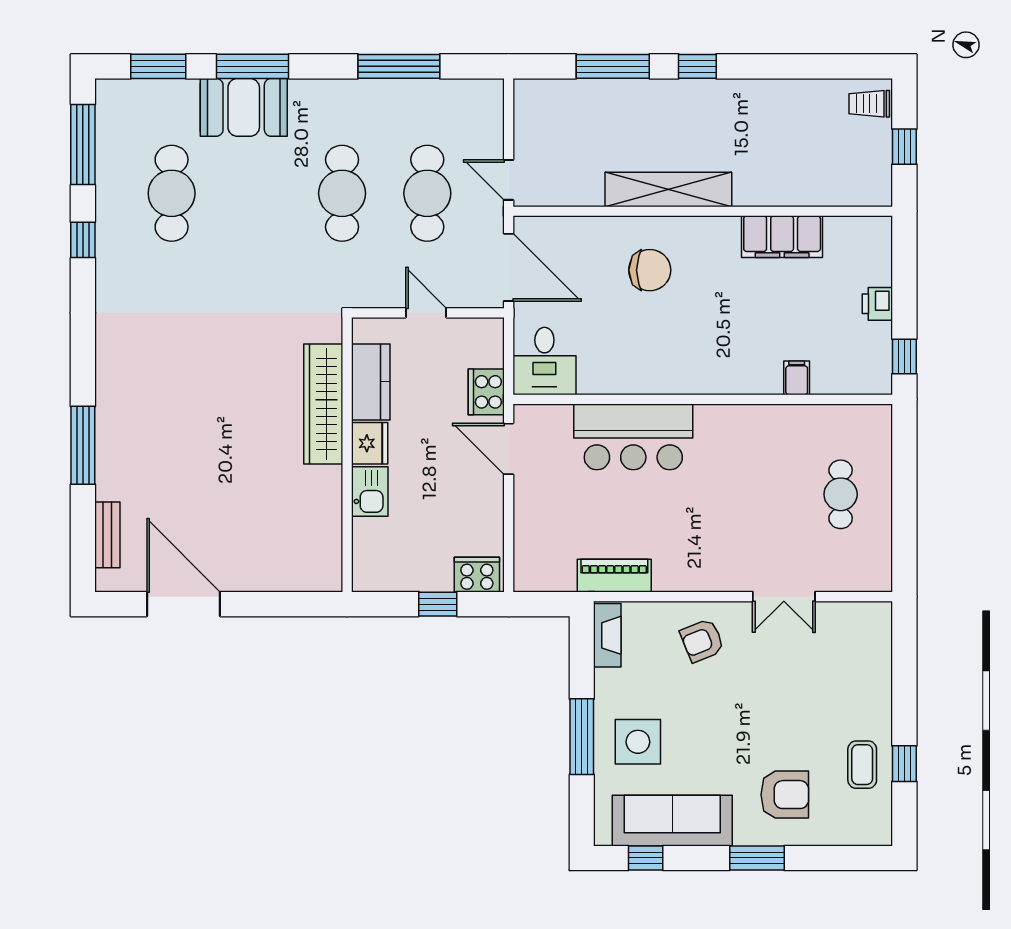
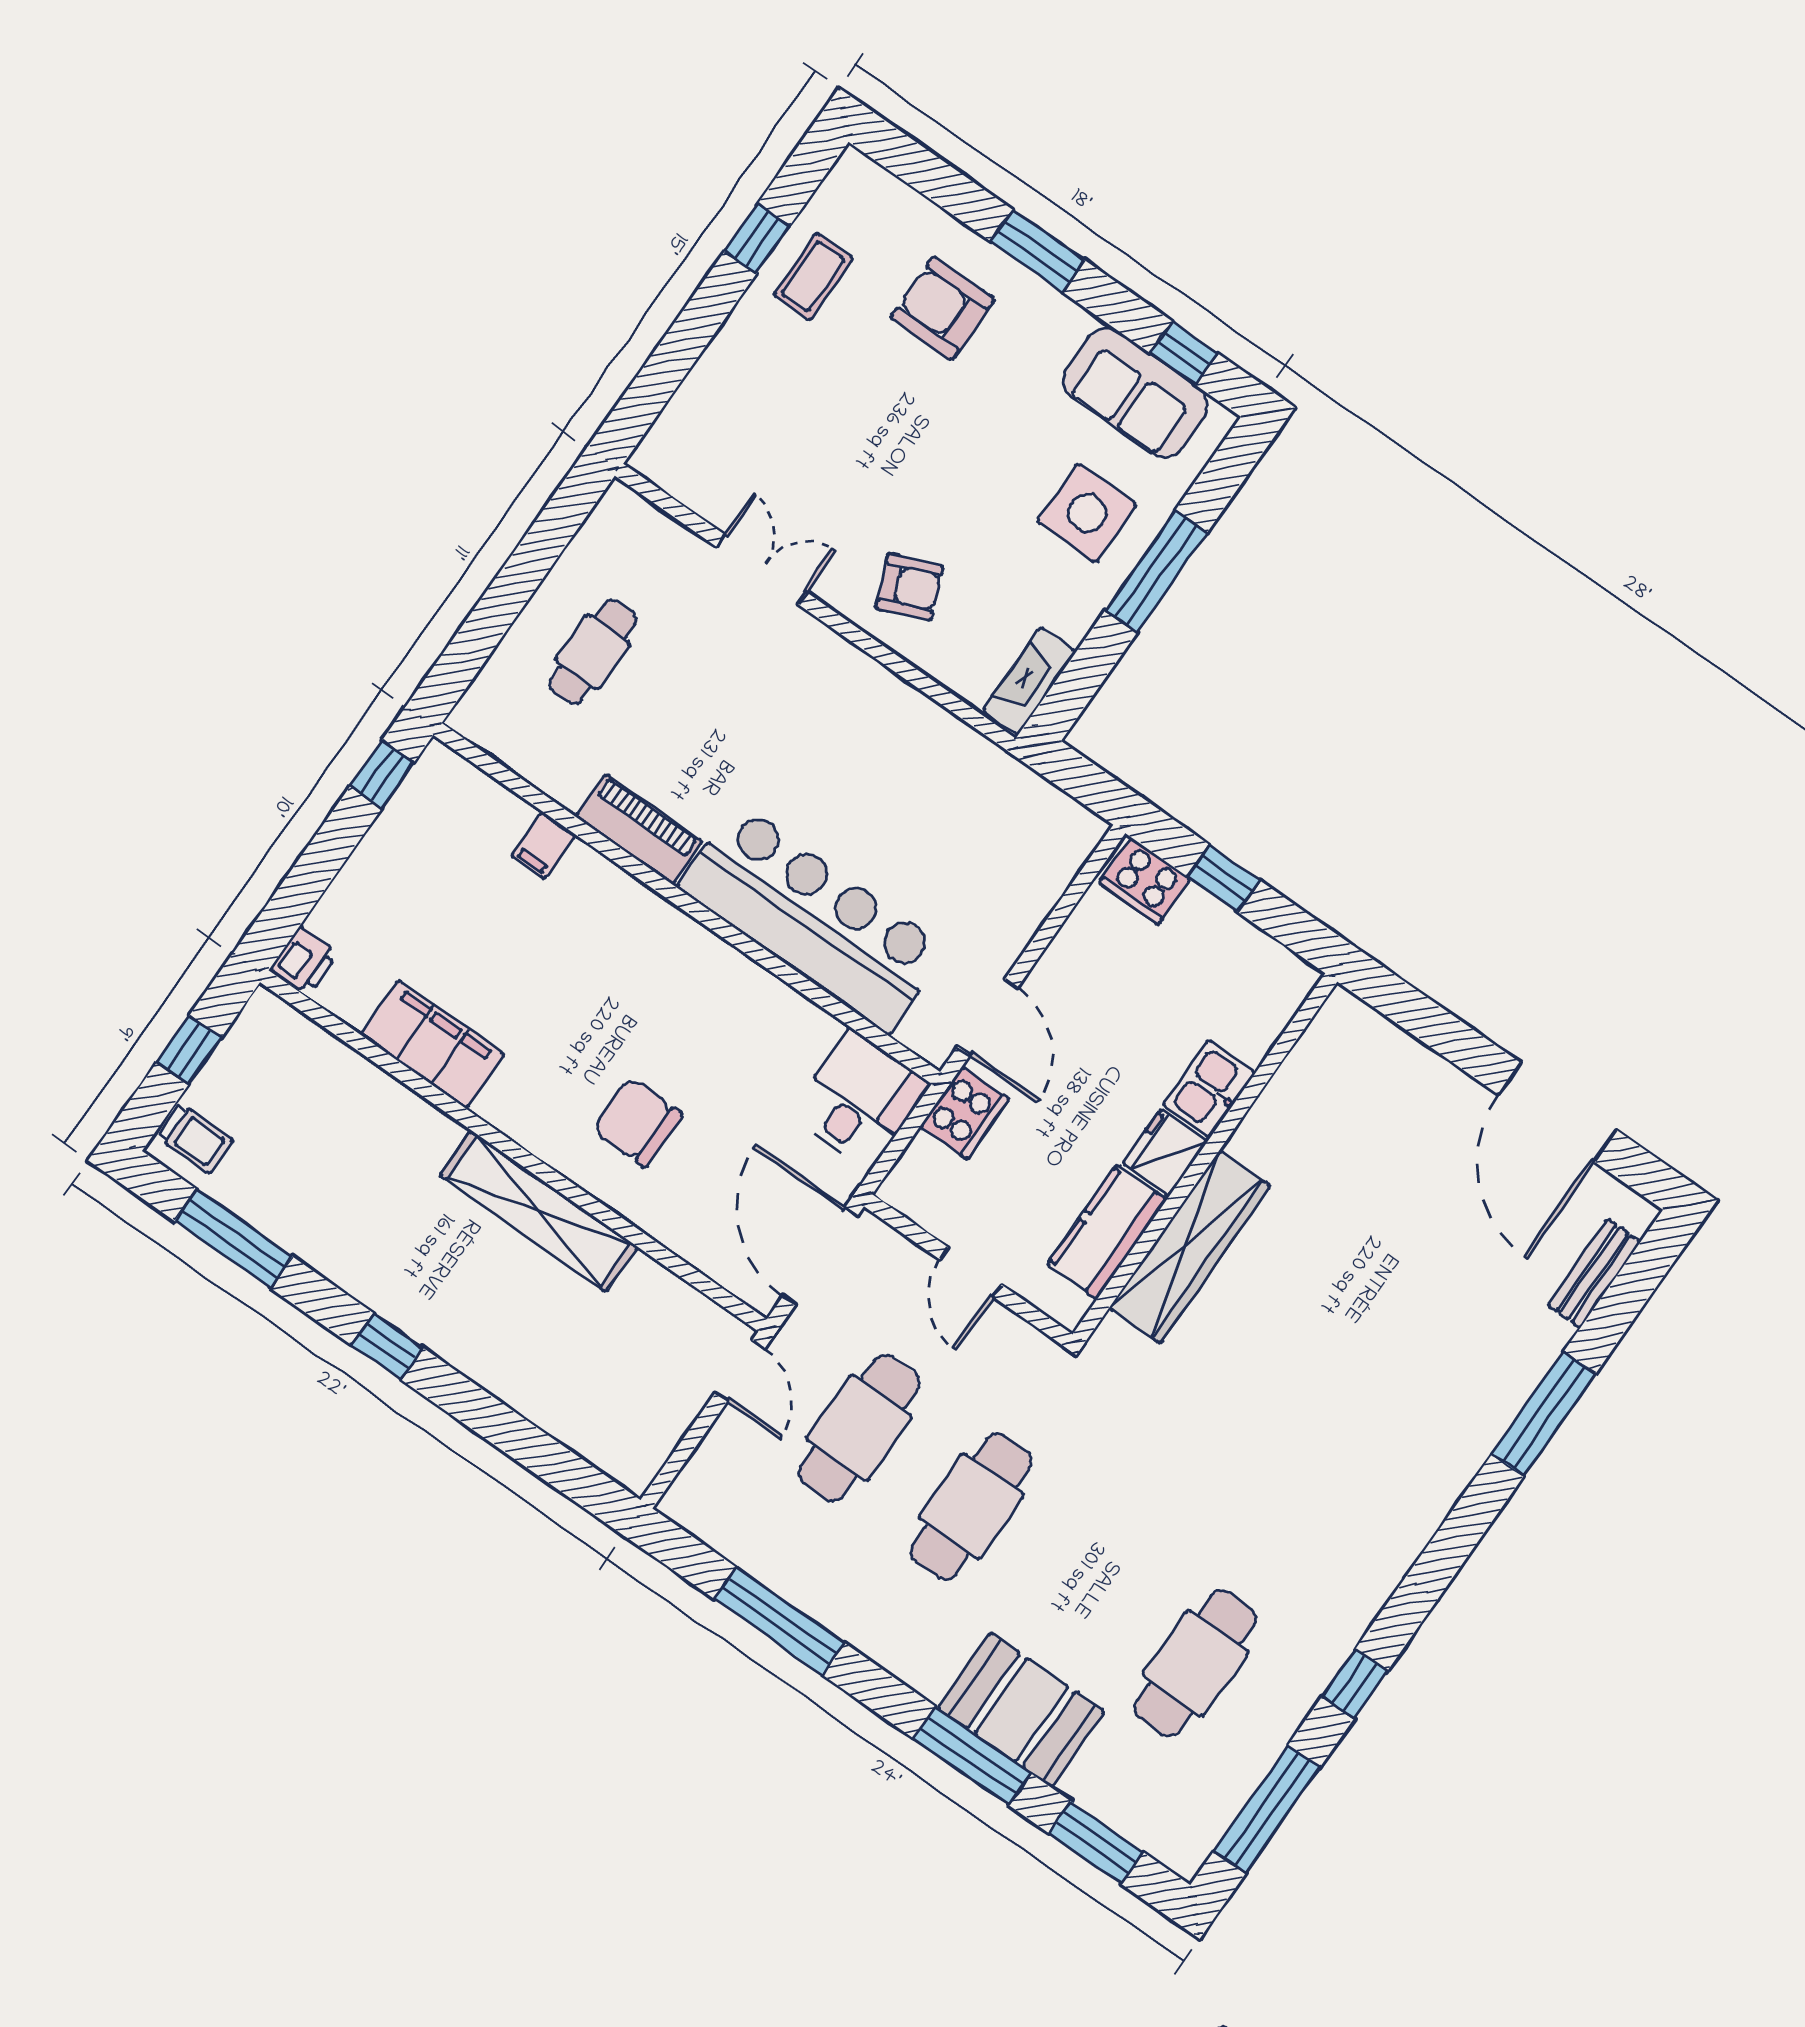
window: (613, 66) -> (234, 1239), moved
printer: (877, 304) -> (304, 961), moved
bar counter: (633, 437) -> (812, 918), width x1.36
piano: (614, 576) -> (639, 829), moved, turned 180
sofa: (672, 821) -> (1135, 392), width x0.73

